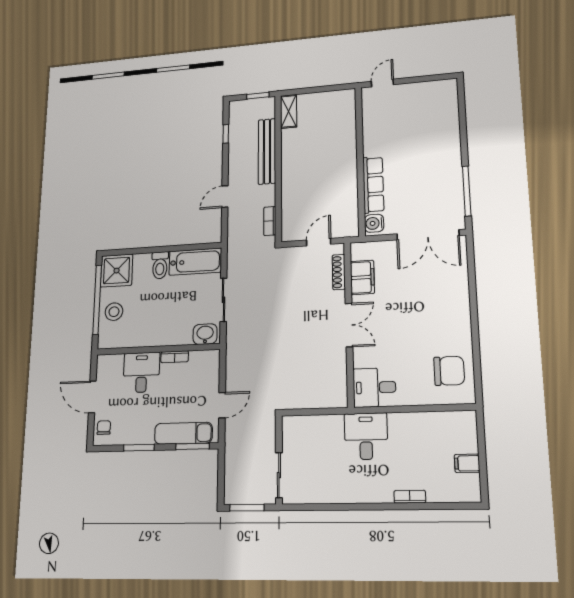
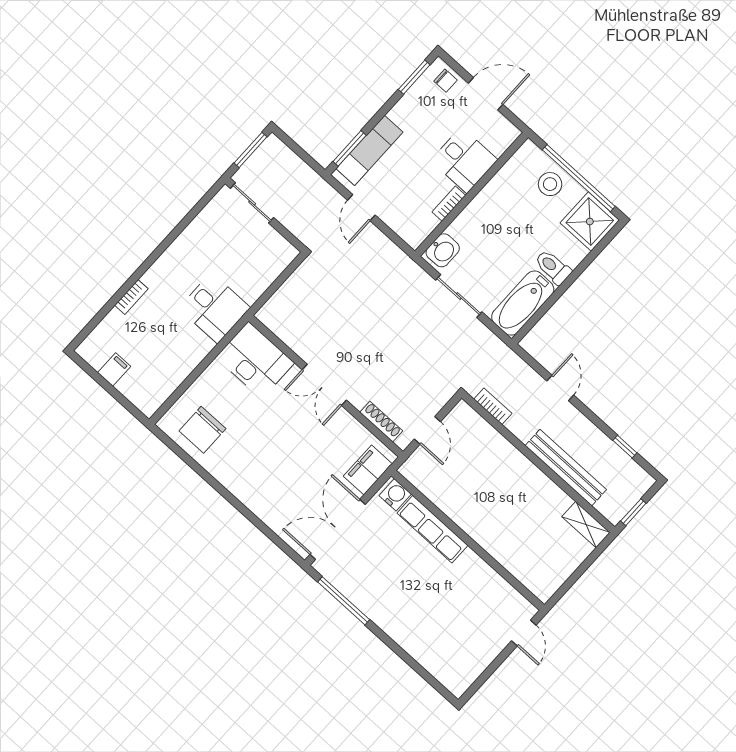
filing cabinet: (362, 277) -> (368, 470), moved, turned 90
desk: (374, 387) -> (255, 360), width x1.37
window: (139, 448) -> (414, 77), moved

